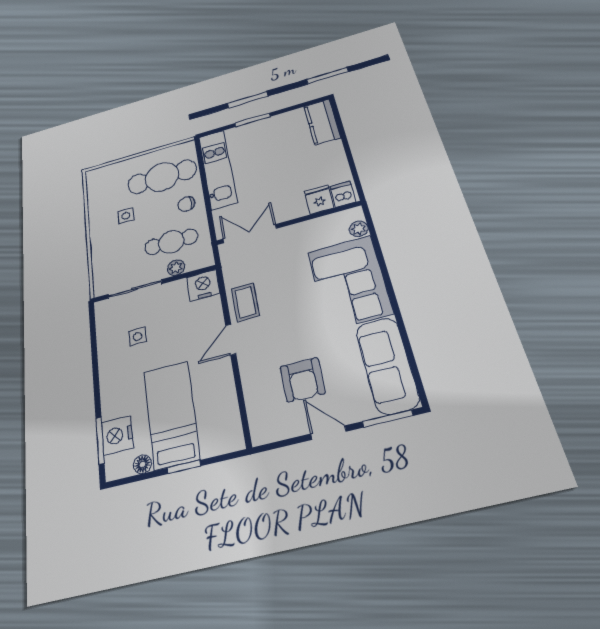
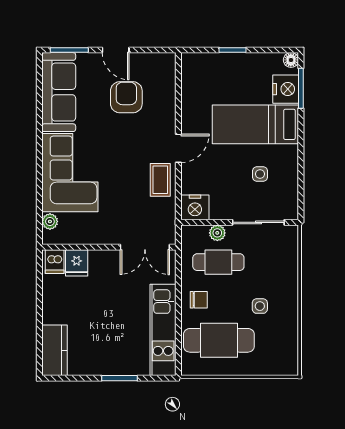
bed: (171, 414) -> (255, 124), moved, turned 90
floor lamp: (143, 464) -> (291, 60), moved

